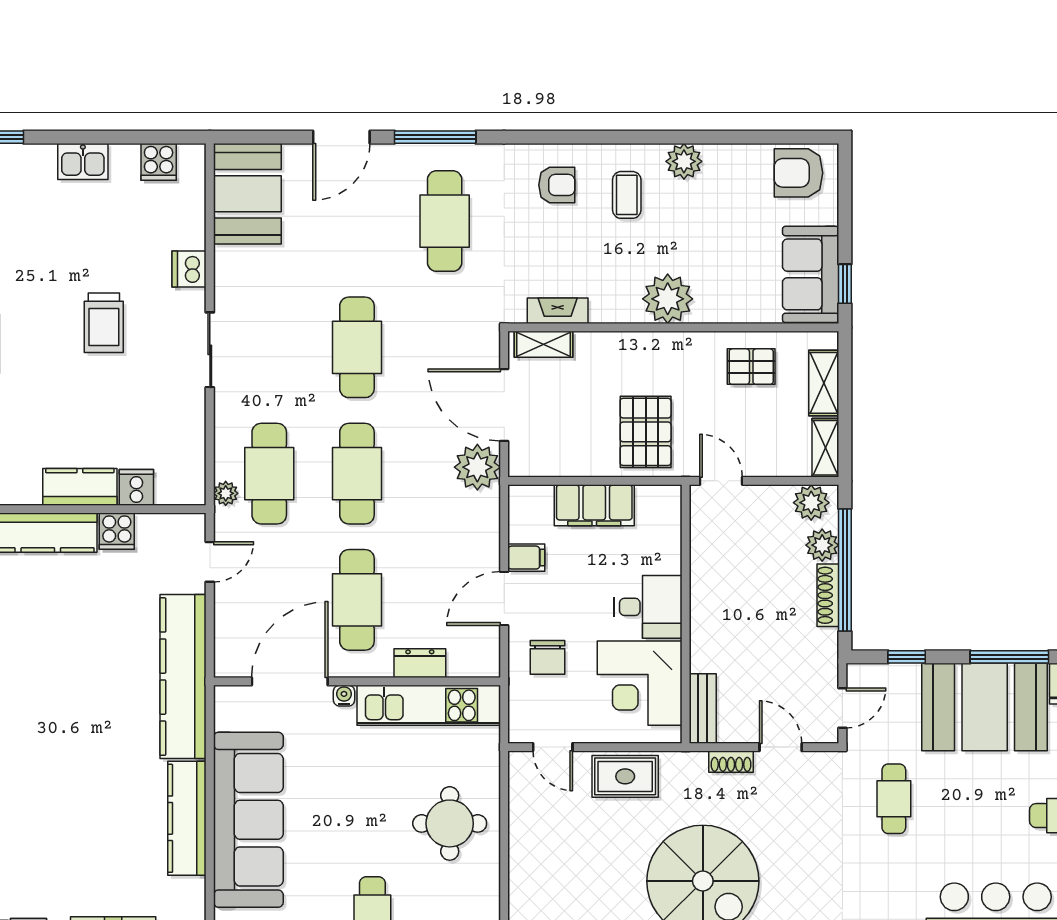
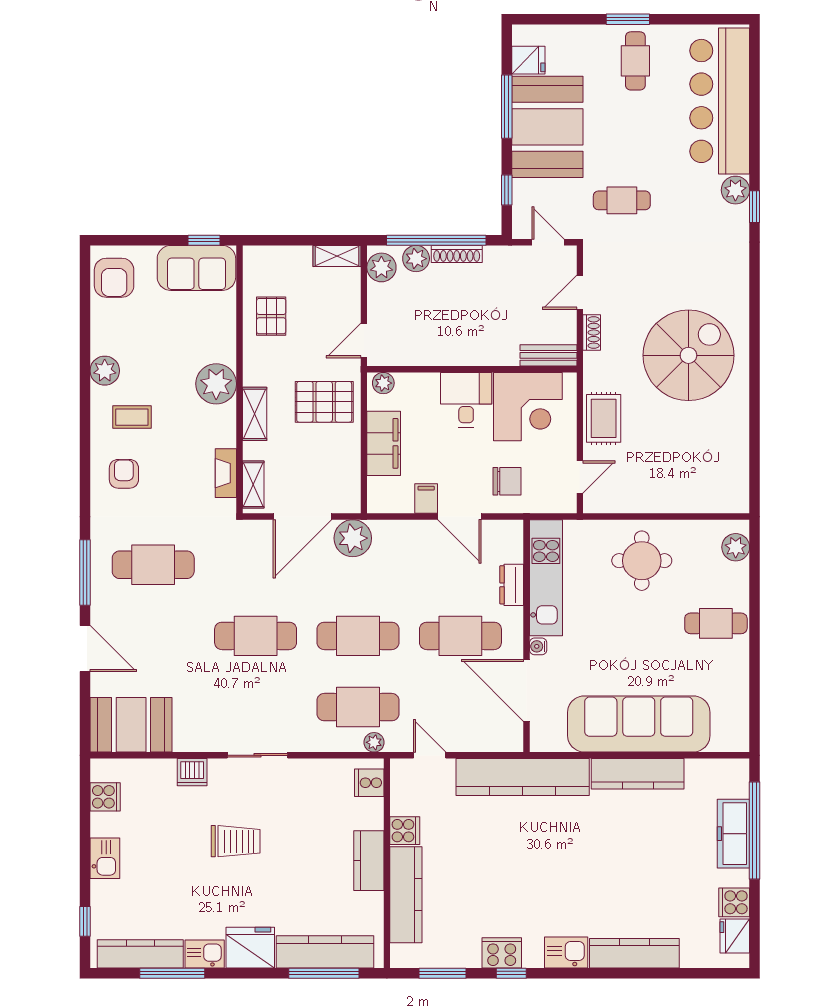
shelving: (824, 383) -> (255, 414), moved, turned 90
cooker: (136, 487) -> (369, 783), moved
plant: (669, 505) -> (383, 383), added

